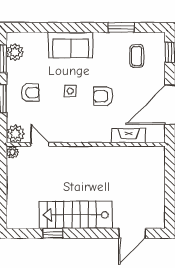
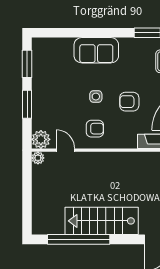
plant: (15, 52) -> (40, 58), removed
armchair: (30, 93) -> (95, 129), moved
window: (53, 233) -> (79, 239), width x3.17

